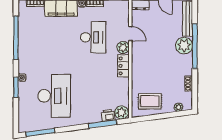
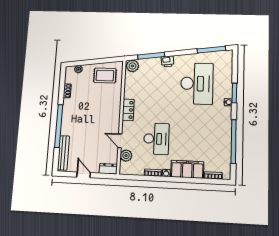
desk: (93, 37) -> (156, 139), turned 180
plant: (184, 46) -> (69, 127), removed
plant: (123, 48) -> (126, 156), moved
desk: (54, 96) -> (197, 84), turned 180
printer: (108, 115) -> (168, 61), moved

